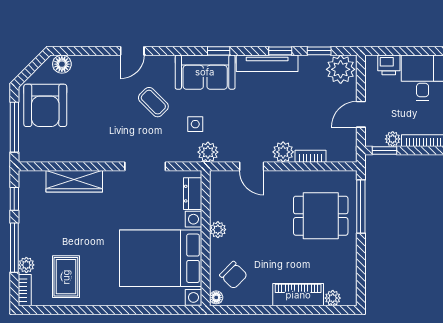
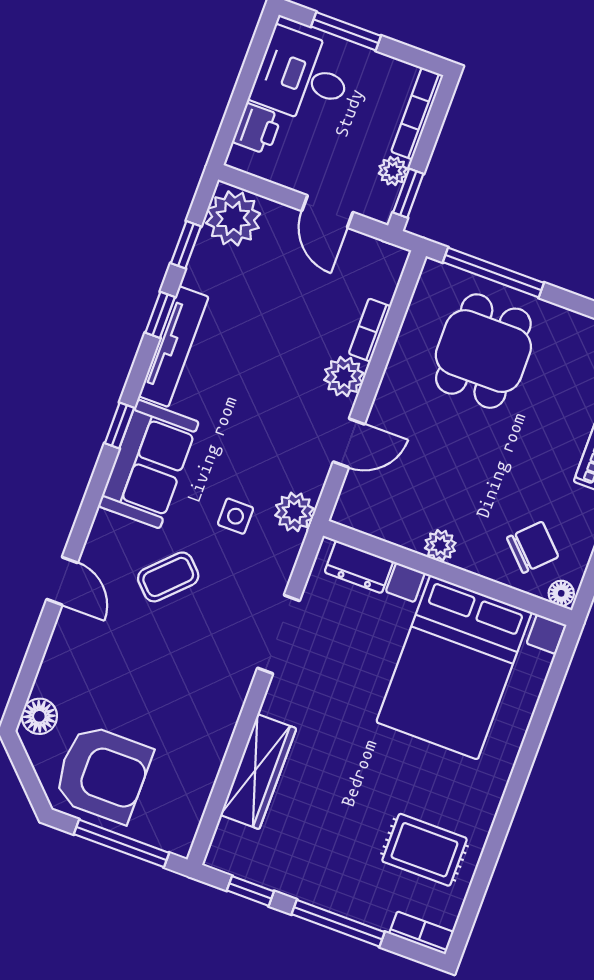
plant: (26, 265) -> (377, 913), removed

